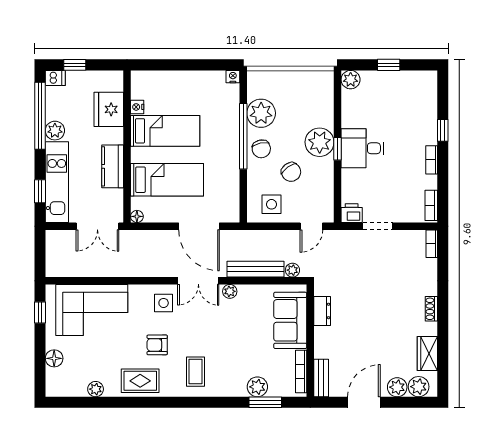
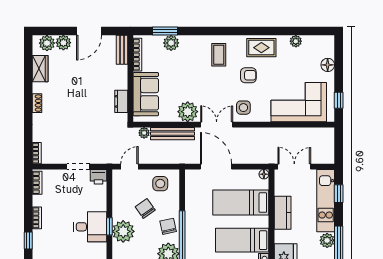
plant: (230, 291) -> (188, 112), width x1.87, depth x1.87

